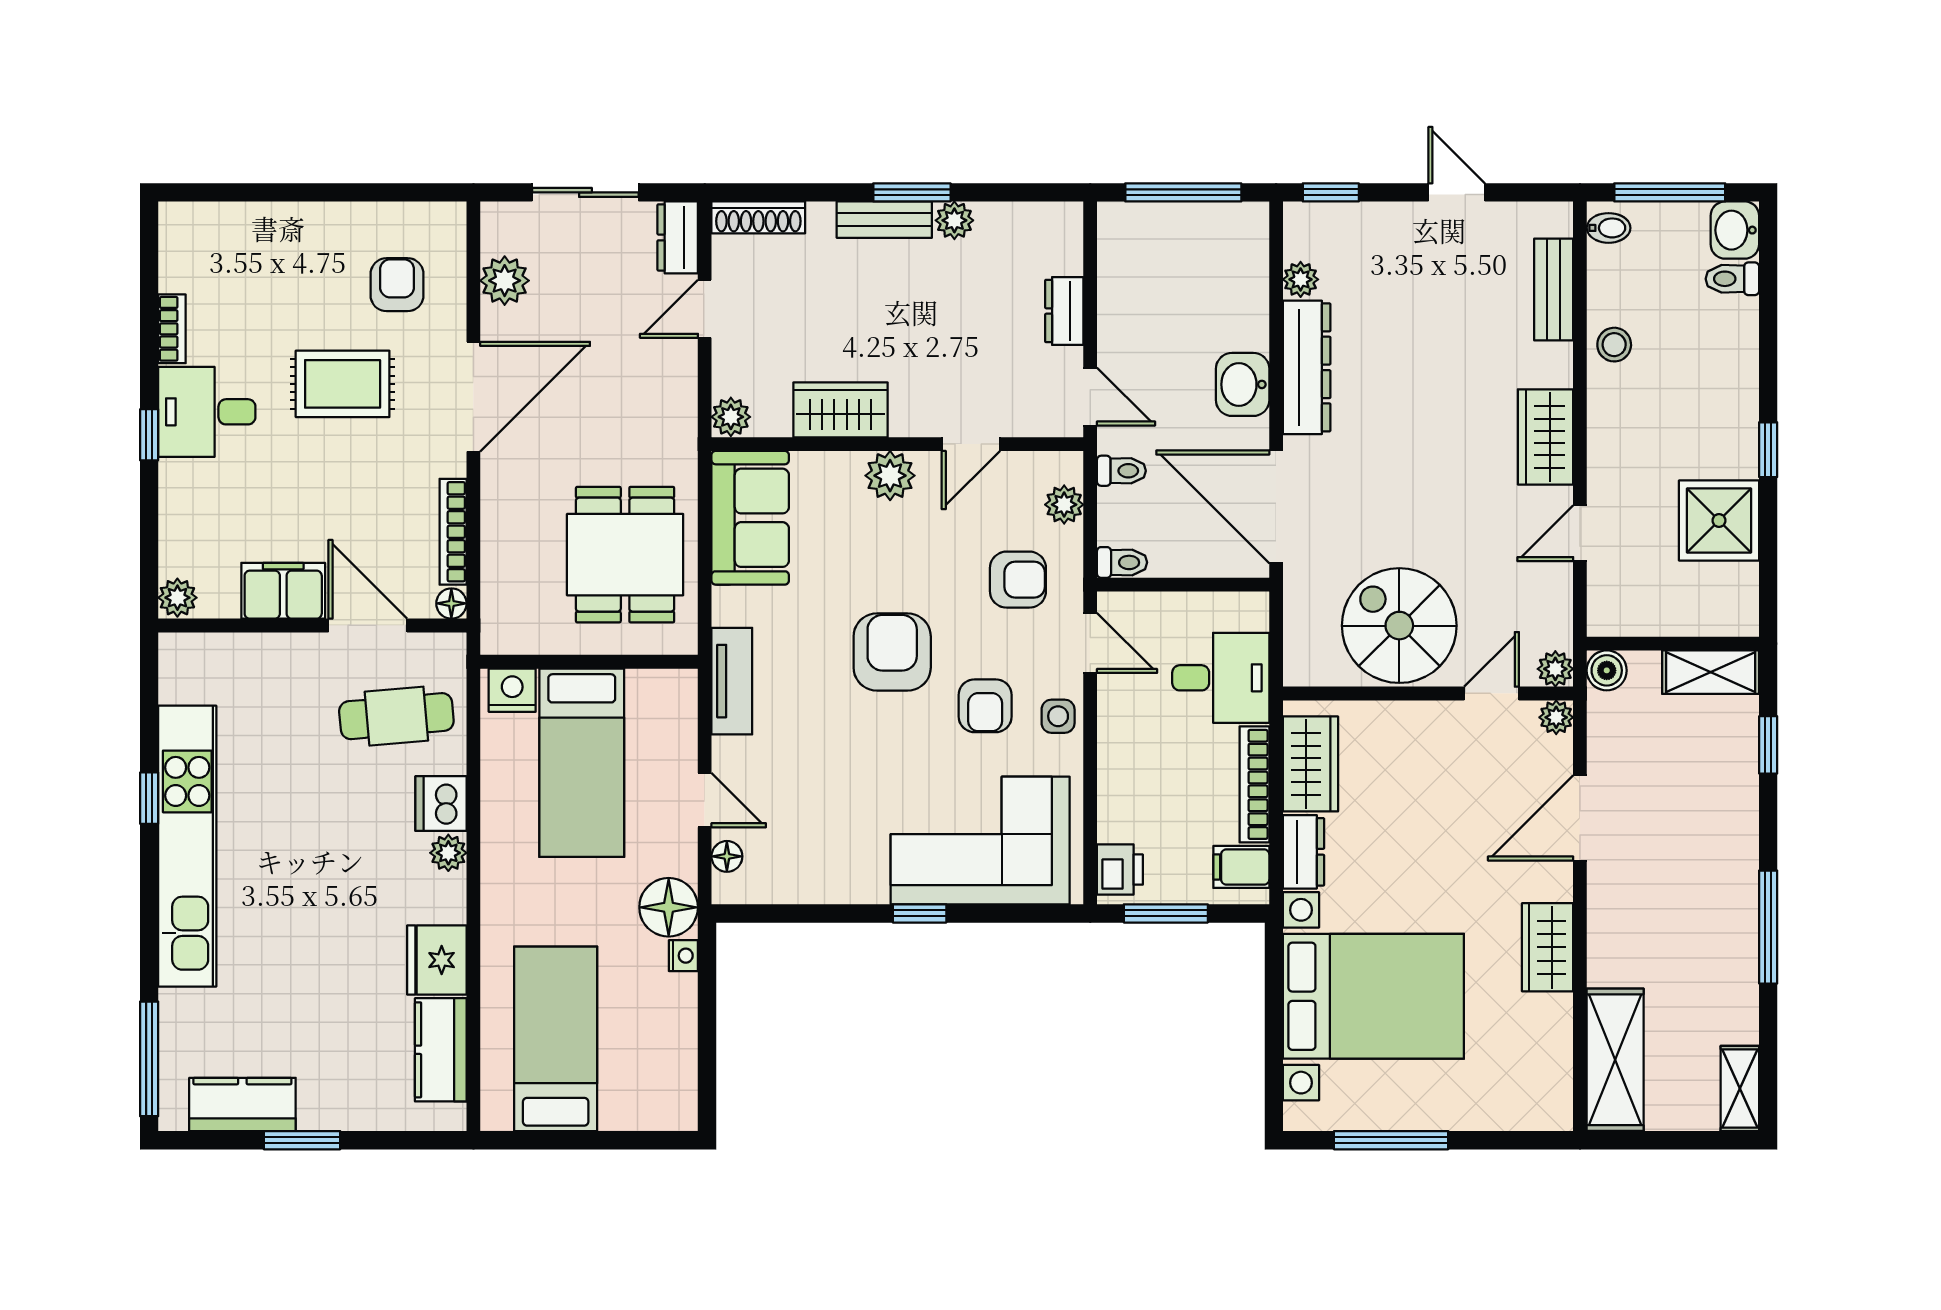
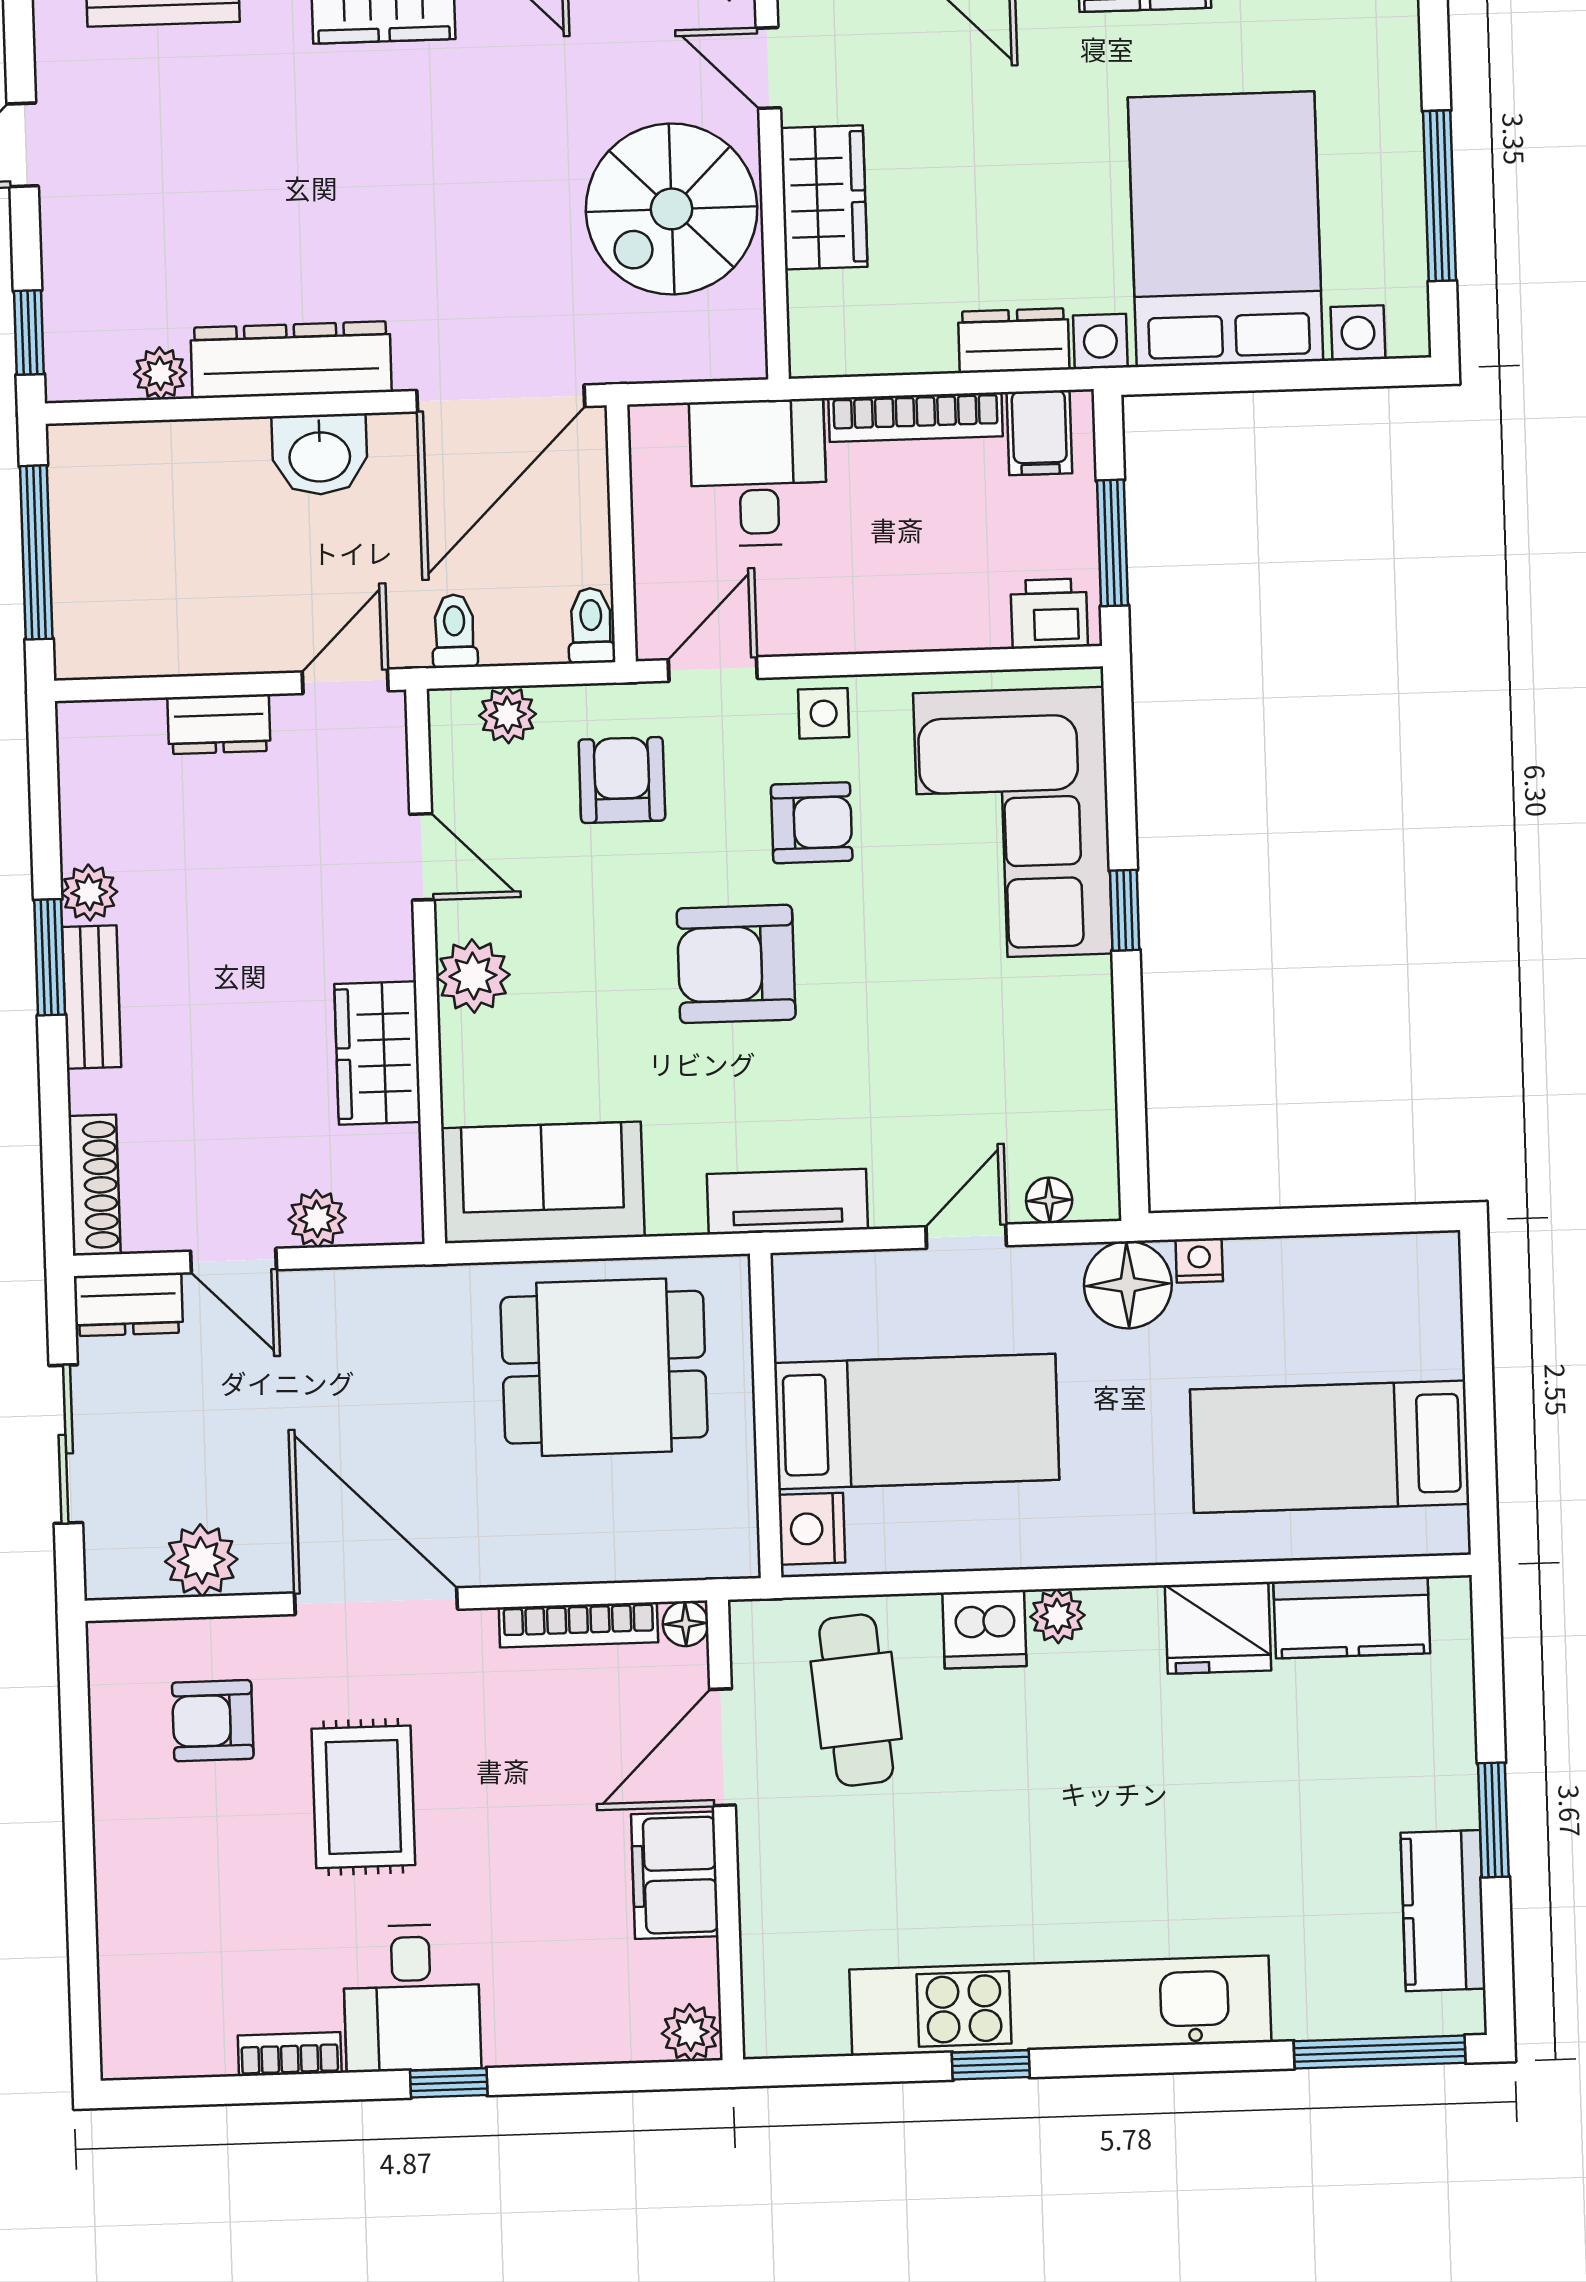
plant: (731, 417) -> (317, 1219), moved
wardrobe: (1310, 764) -> (824, 197), moved, turned 90

